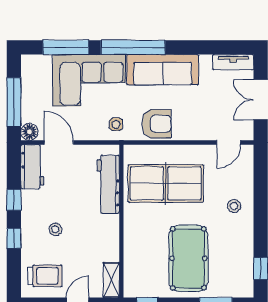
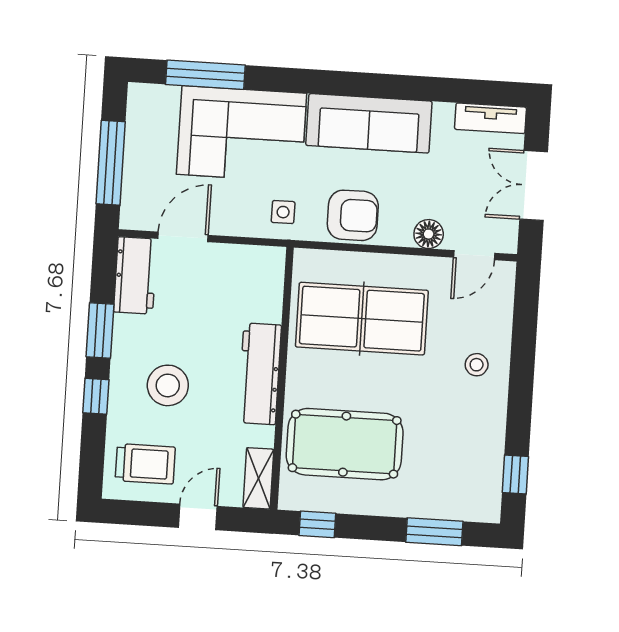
window: (133, 47) -> (321, 82), removed
floor lamp: (29, 132) -> (429, 234), moved
door: (59, 142) -> (183, 237), hinge flipped
workbench: (108, 184) -> (260, 374), moved
window: (14, 200) -> (100, 331), width x1.50
stool: (55, 229) -> (168, 385), width x1.89, depth x1.89
pool table: (188, 258) -> (345, 444), moved, turned 90

